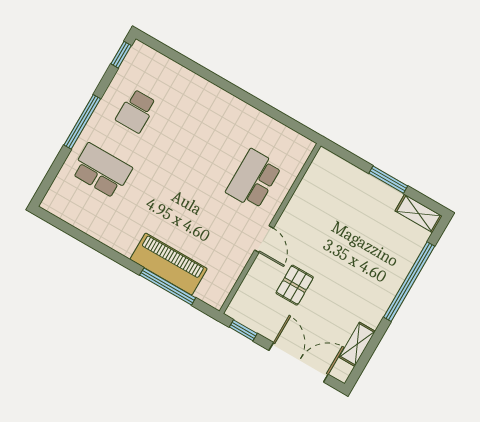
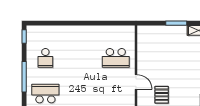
school desk: (254, 179) -> (116, 58), turned -90

